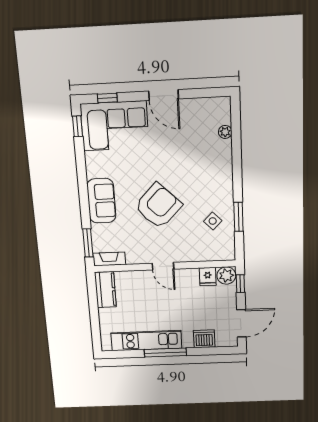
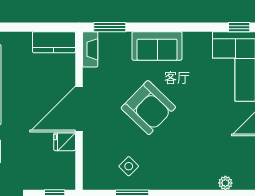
door: (163, 266) -> (79, 109), width x1.88
plant: (226, 276) -> (65, 179), removed
fridge: (208, 277) -> (65, 142), moved

